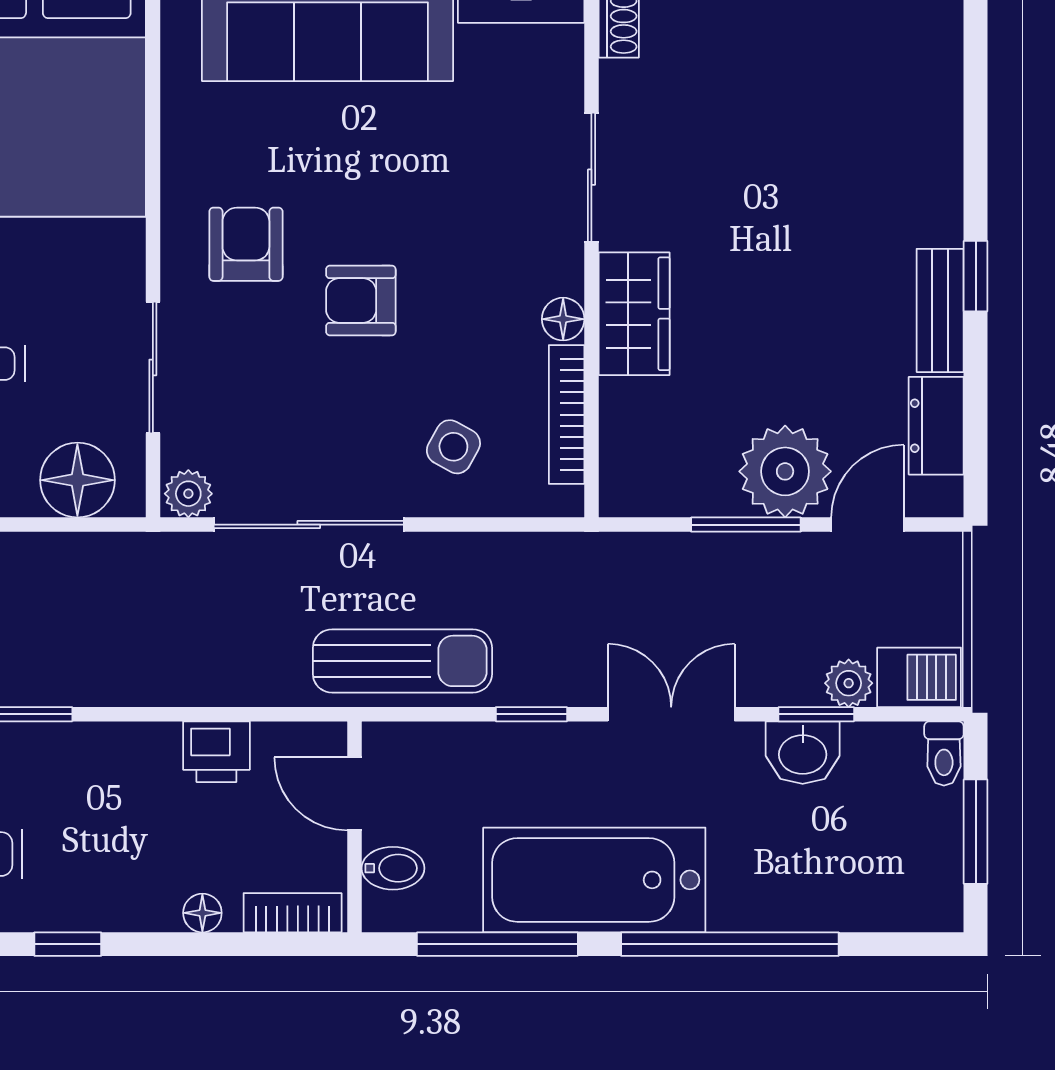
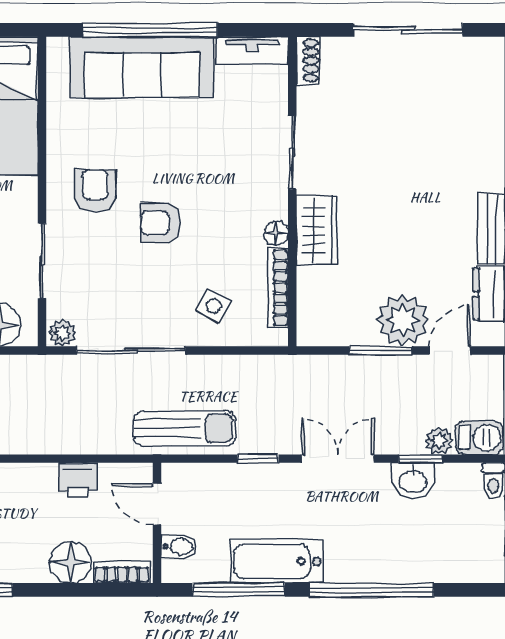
bathtub: (594, 880) -> (277, 561), width x0.73, depth x0.73
floor lamp: (202, 913) -> (70, 562), width x1.89, depth x1.89

